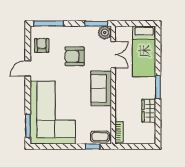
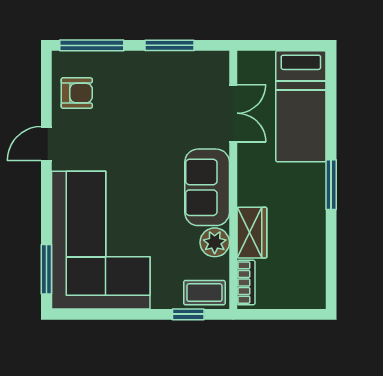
window: (96, 24) -> (169, 45), moved
plant: (105, 33) -> (215, 242), moved
armchair: (42, 45) -> (77, 93), turned 90
armchair: (75, 56) -> (149, 117), removed
wardrobe: (149, 111) -> (252, 233), moved, turned 180

